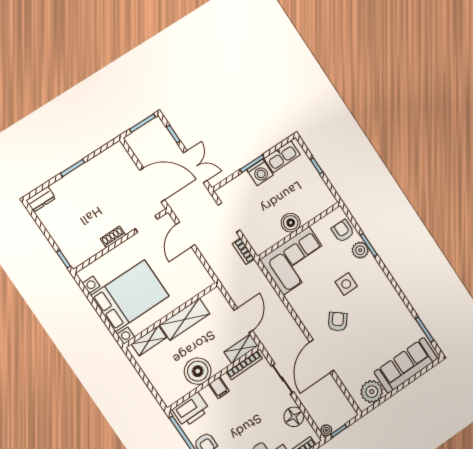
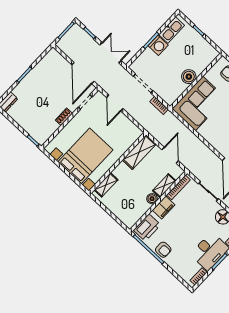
door: (152, 185) -> (83, 73), swing flipped
shelving: (185, 319) -> (139, 152), moved
shelving: (241, 349) -> (164, 186), moved
boiler: (198, 371) -> (152, 199), width x0.54, depth x0.54
filing cabinet: (219, 388) -> (164, 207), width x2.00

